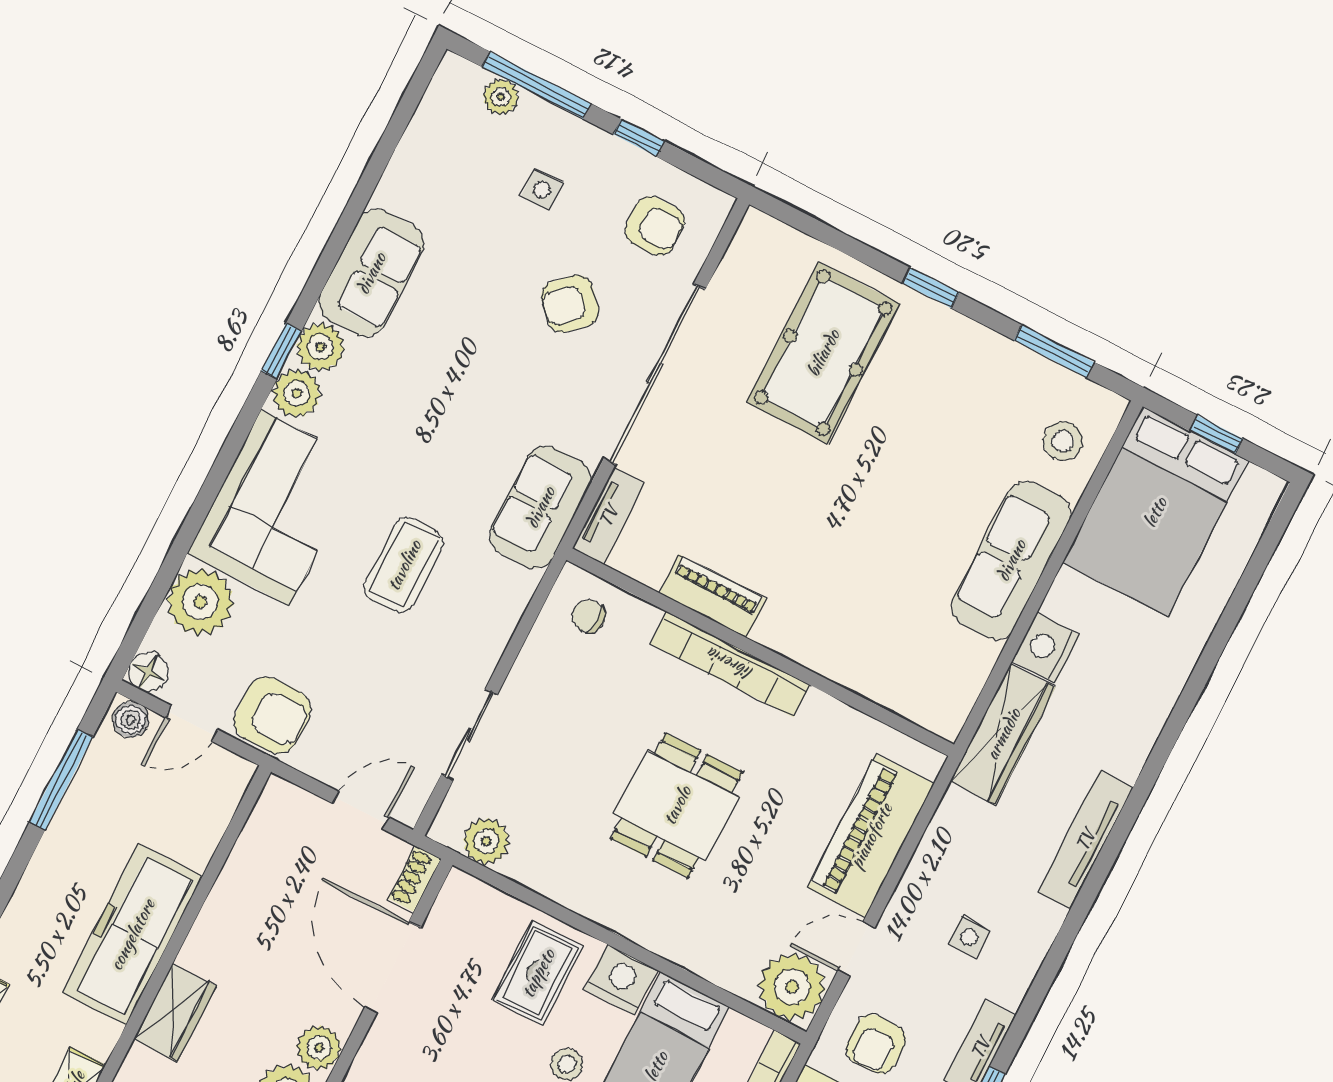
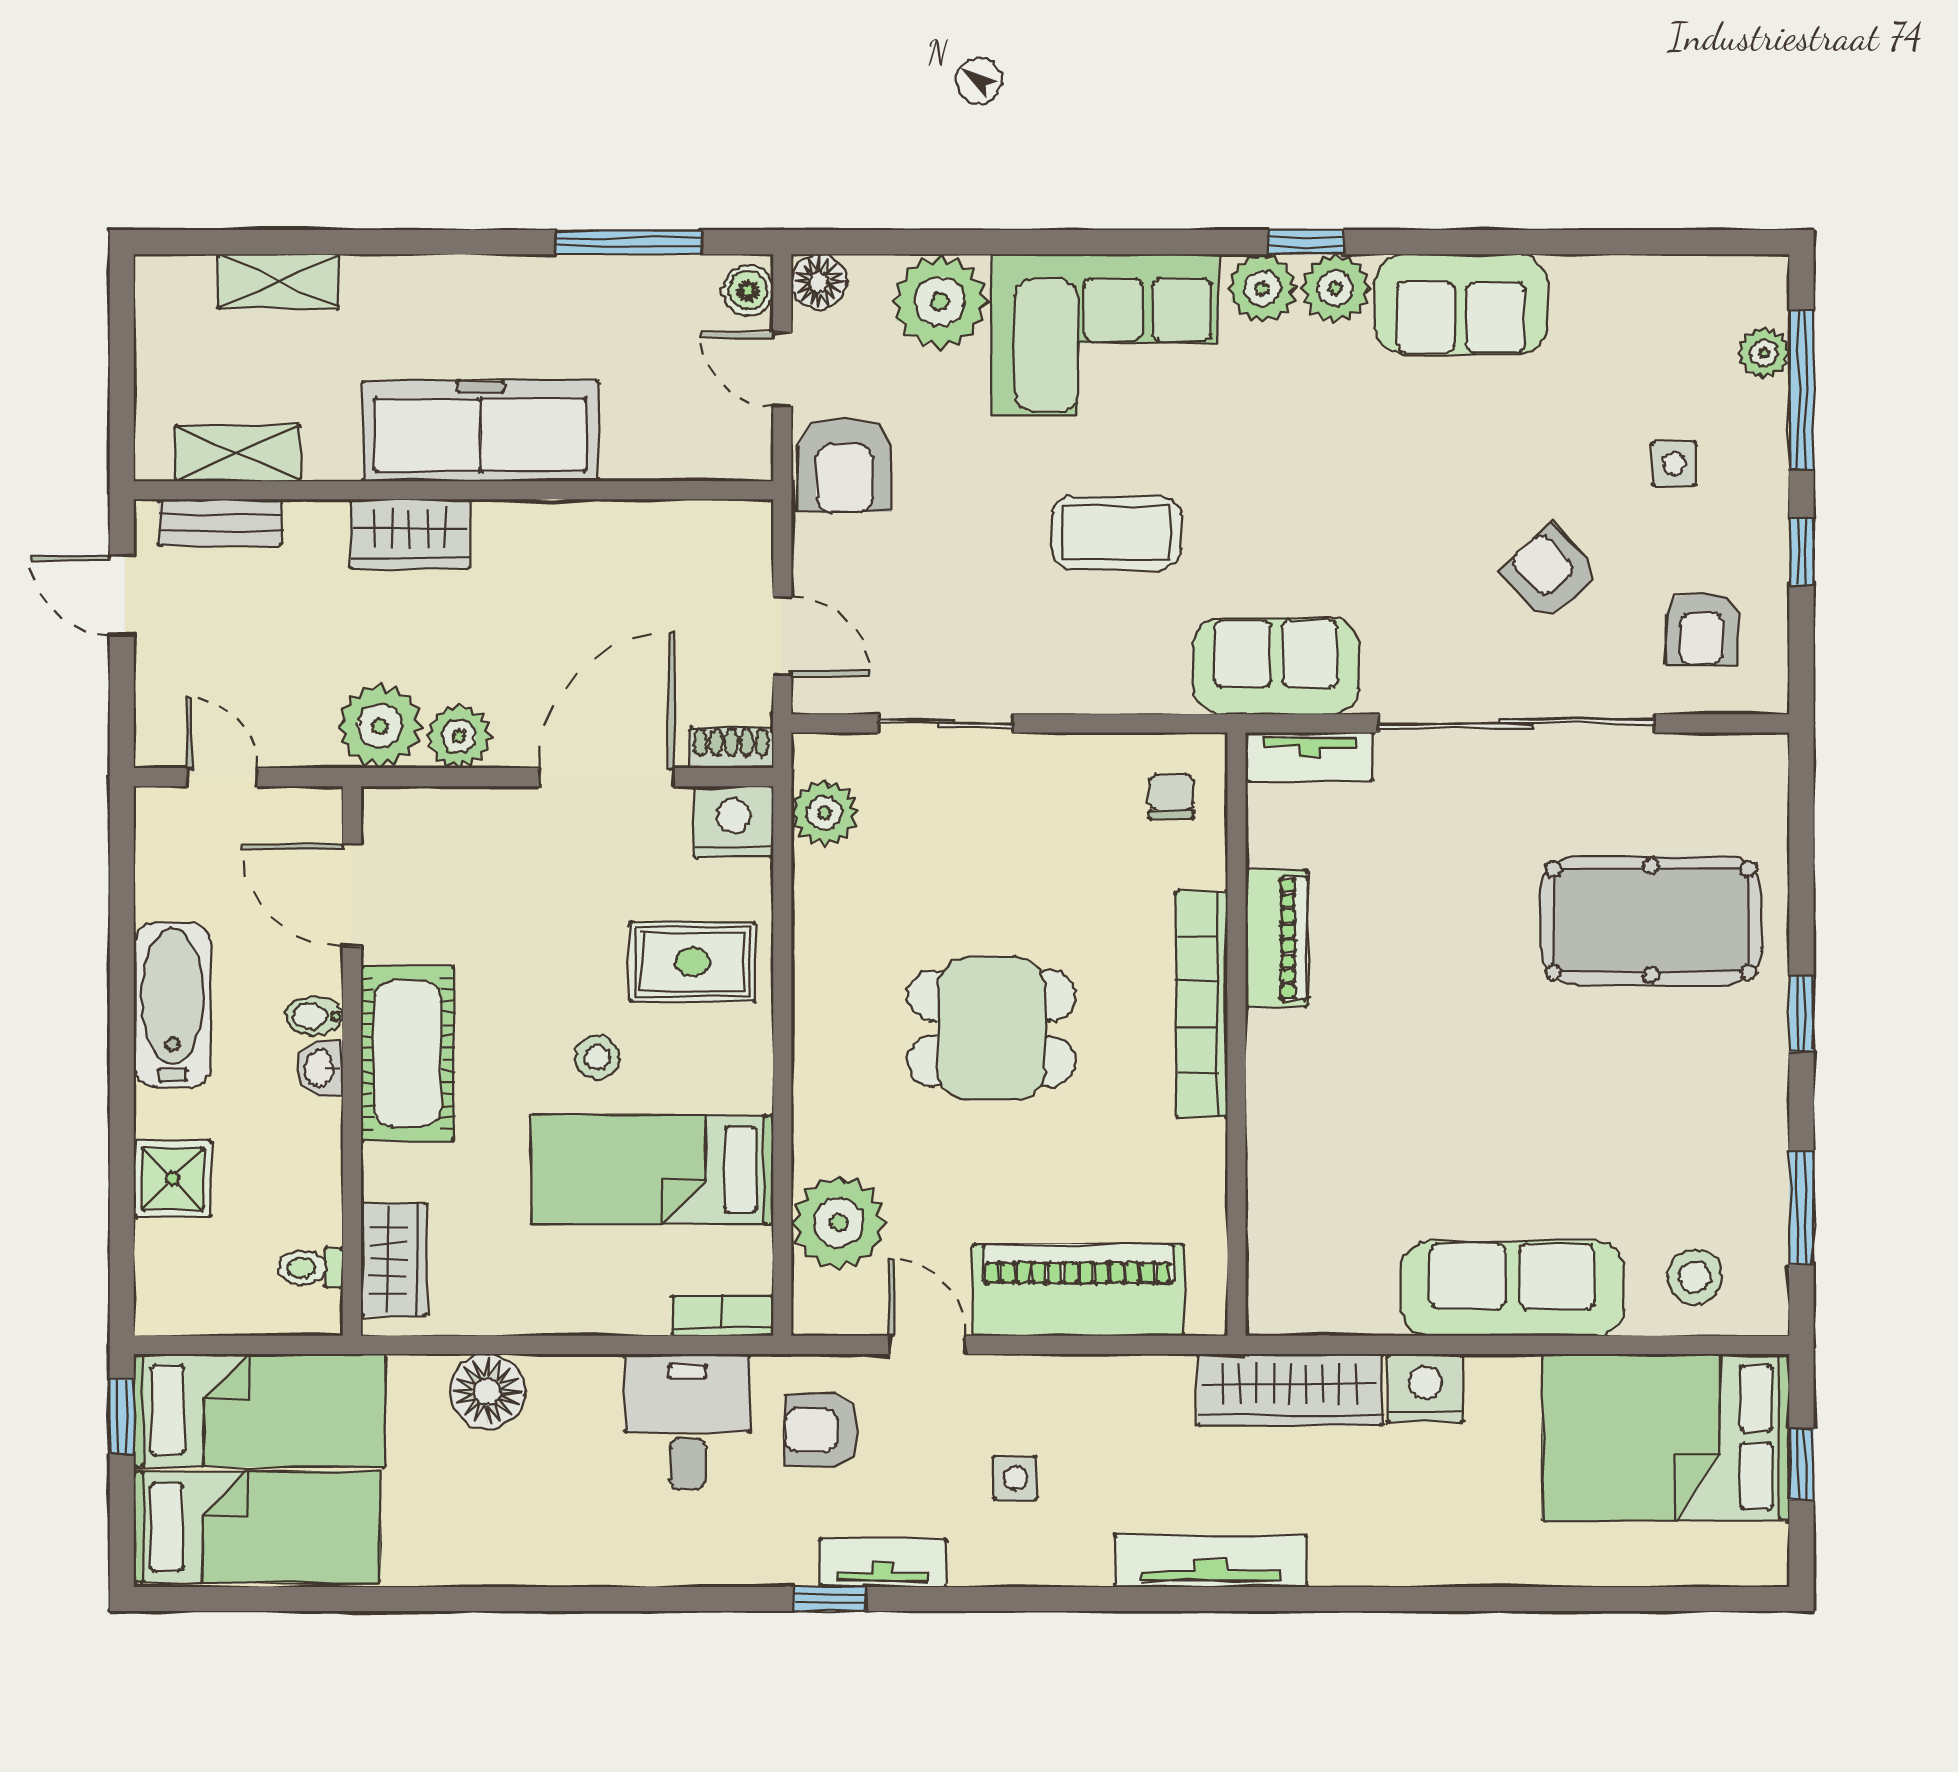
nightstand: (621, 980) -> (733, 822), moved, turned -90
plant: (792, 987) -> (839, 1223), moved

